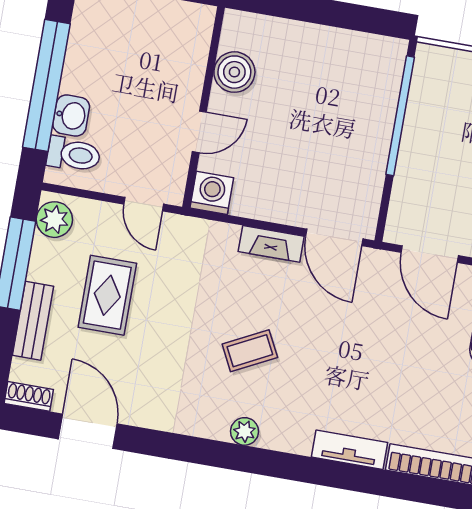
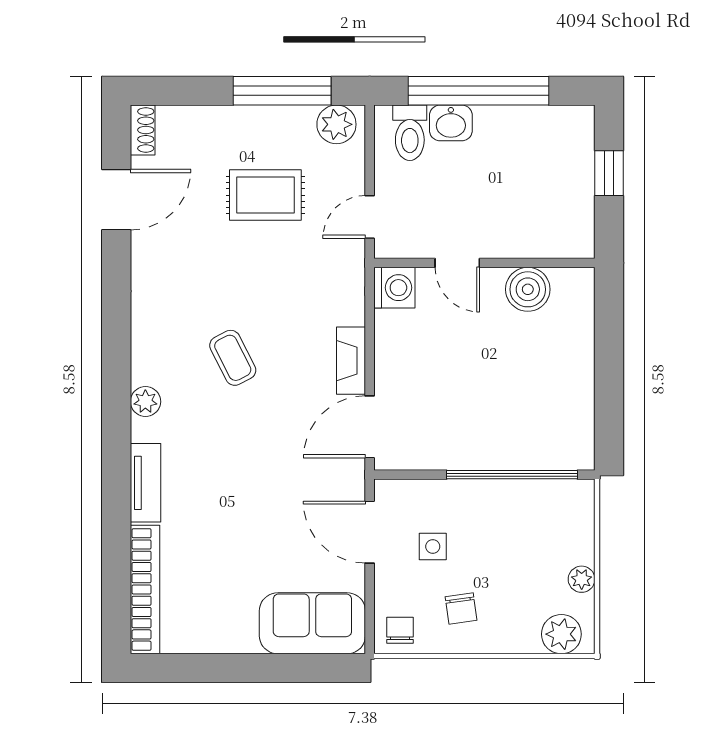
side table: (453, 199) -> (433, 547), added
door: (430, 254) -> (370, 532), hinge flipped
bench: (33, 321) -> (224, 120), removed
plant: (245, 431) -> (145, 402), moved

